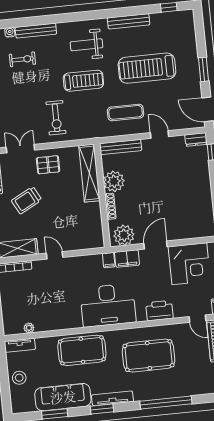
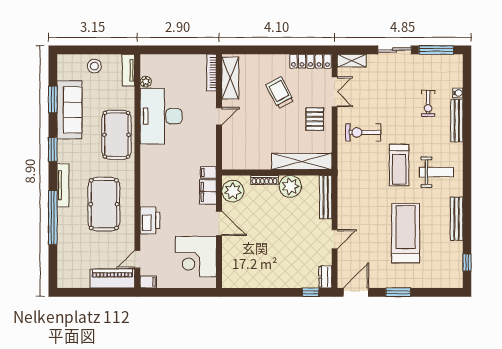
weight bench: (86, 45) -> (437, 172), turned 90
exercise mat: (126, 112) -> (361, 206), removed
desk: (108, 305) -> (161, 116), moved
tv unit: (112, 398) -> (63, 185), moved

